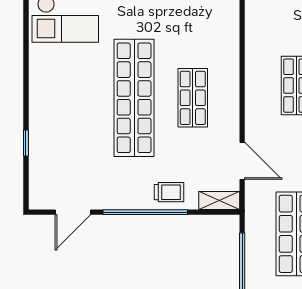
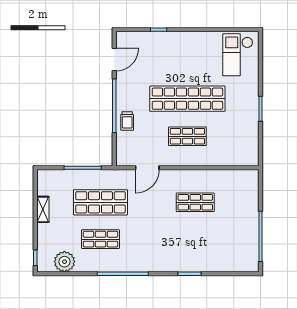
shelving: (219, 201) -> (122, 153), removed
door: (73, 212) -> (114, 60), swing flipped

